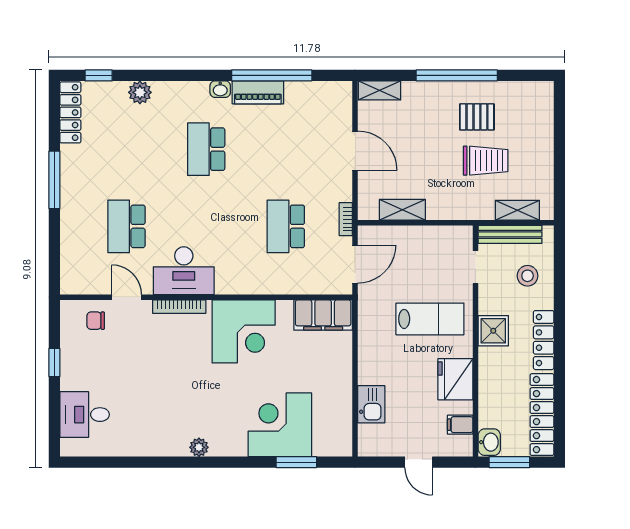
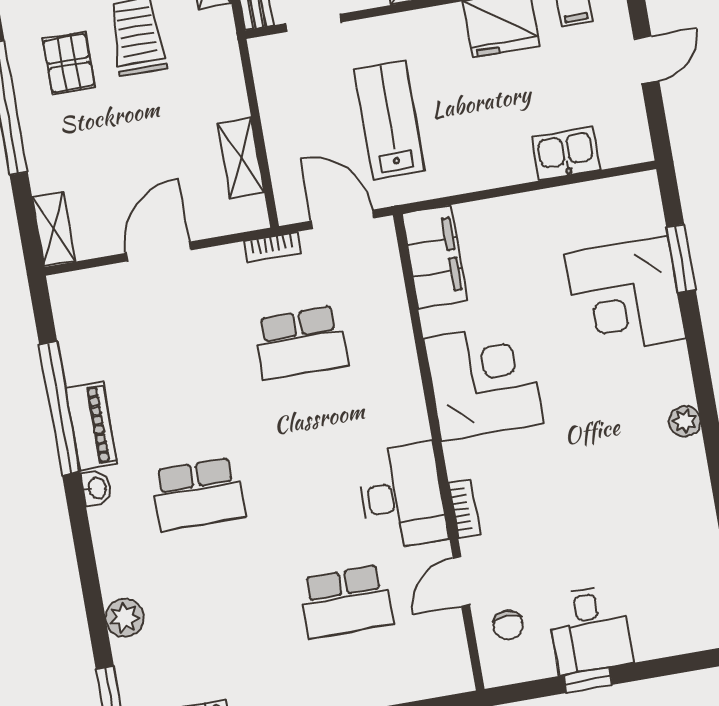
bookcase: (179, 307) -> (464, 509), width x0.64
lab bench: (430, 319) -> (389, 120), moved
desk: (85, 415) -> (590, 629), moved

